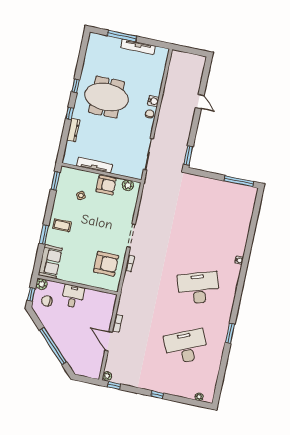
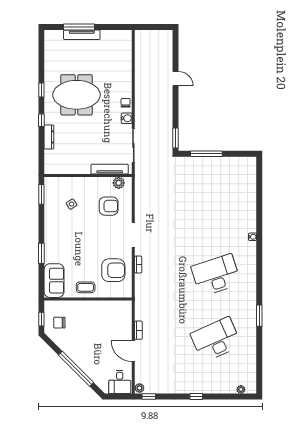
tv unit: (138, 47) -> (82, 35), moved
water cooler: (153, 101) -> (127, 118), moved
tv unit: (94, 165) -> (110, 169), moved
window: (239, 181) -> (206, 154), moved
armchair: (106, 185) -> (109, 206), moved
coffee table: (62, 225) -> (86, 287), moved
plant: (42, 284) -> (50, 306), removed
desk: (73, 296) -> (120, 382), moved, turned 180

